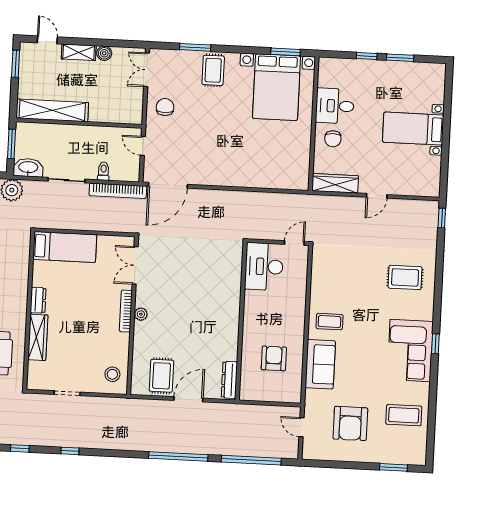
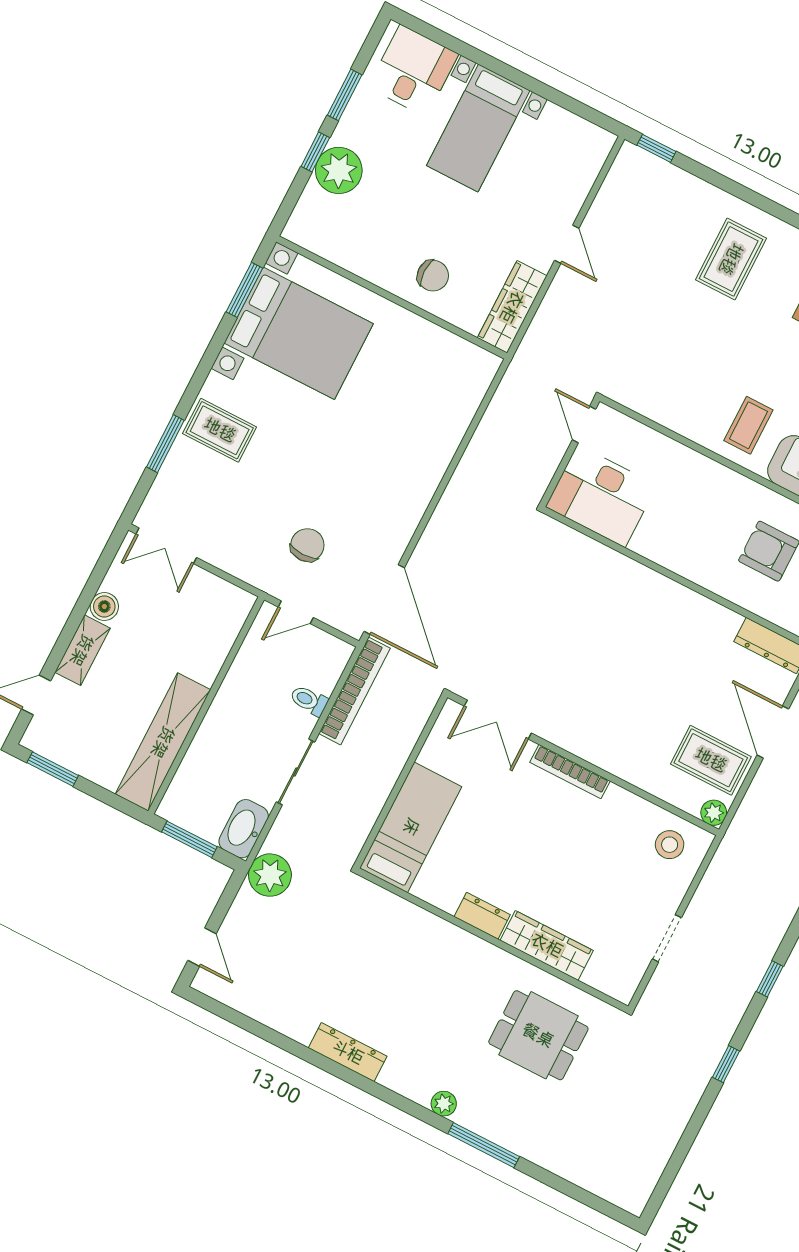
plant: (363, 71) -> (339, 170), added
desk: (335, 106) -> (413, 71), moved, turned 180
chair: (165, 107) -> (307, 545), moved, turned 90
plant: (141, 314) -> (714, 813), moved

